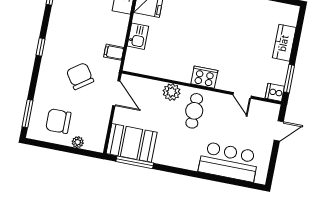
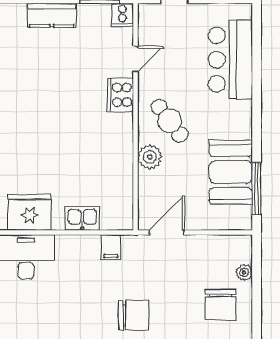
chair: (80, 76) -> (133, 315), moved, turned -145
cooker: (204, 77) -> (121, 95), moved
cafe table: (194, 111) -> (170, 121), turned 53
booth: (132, 143) -> (231, 172), moved

